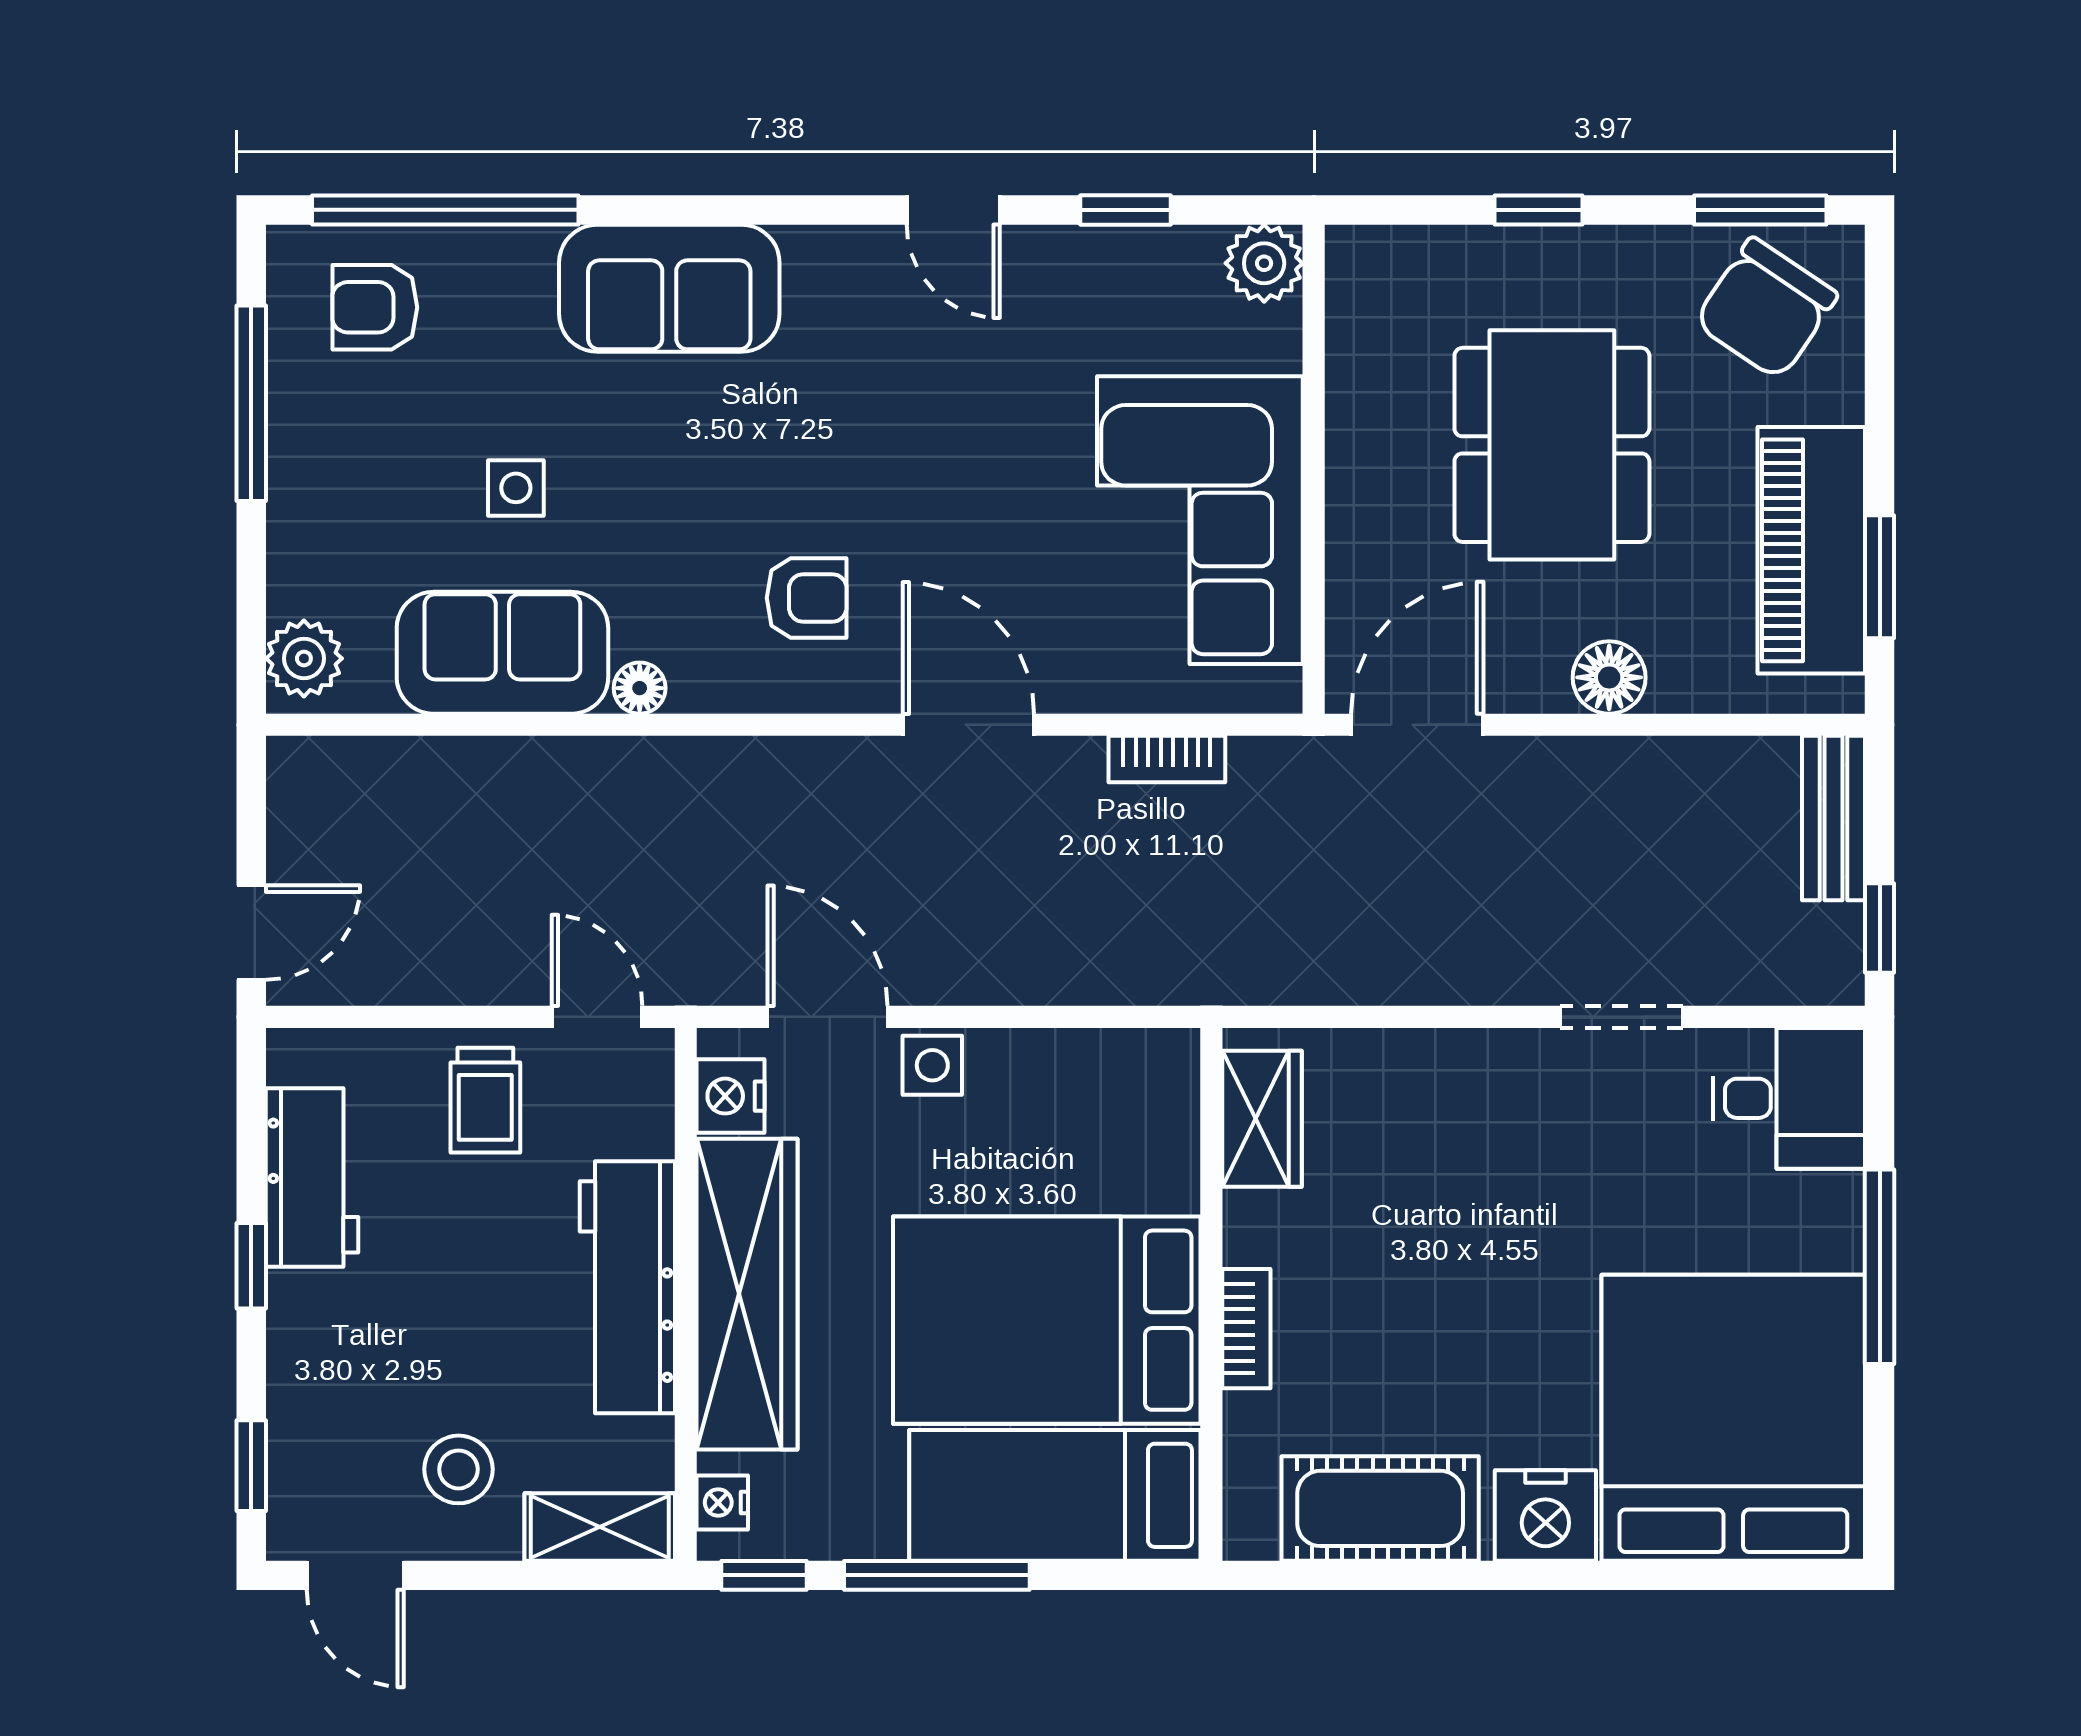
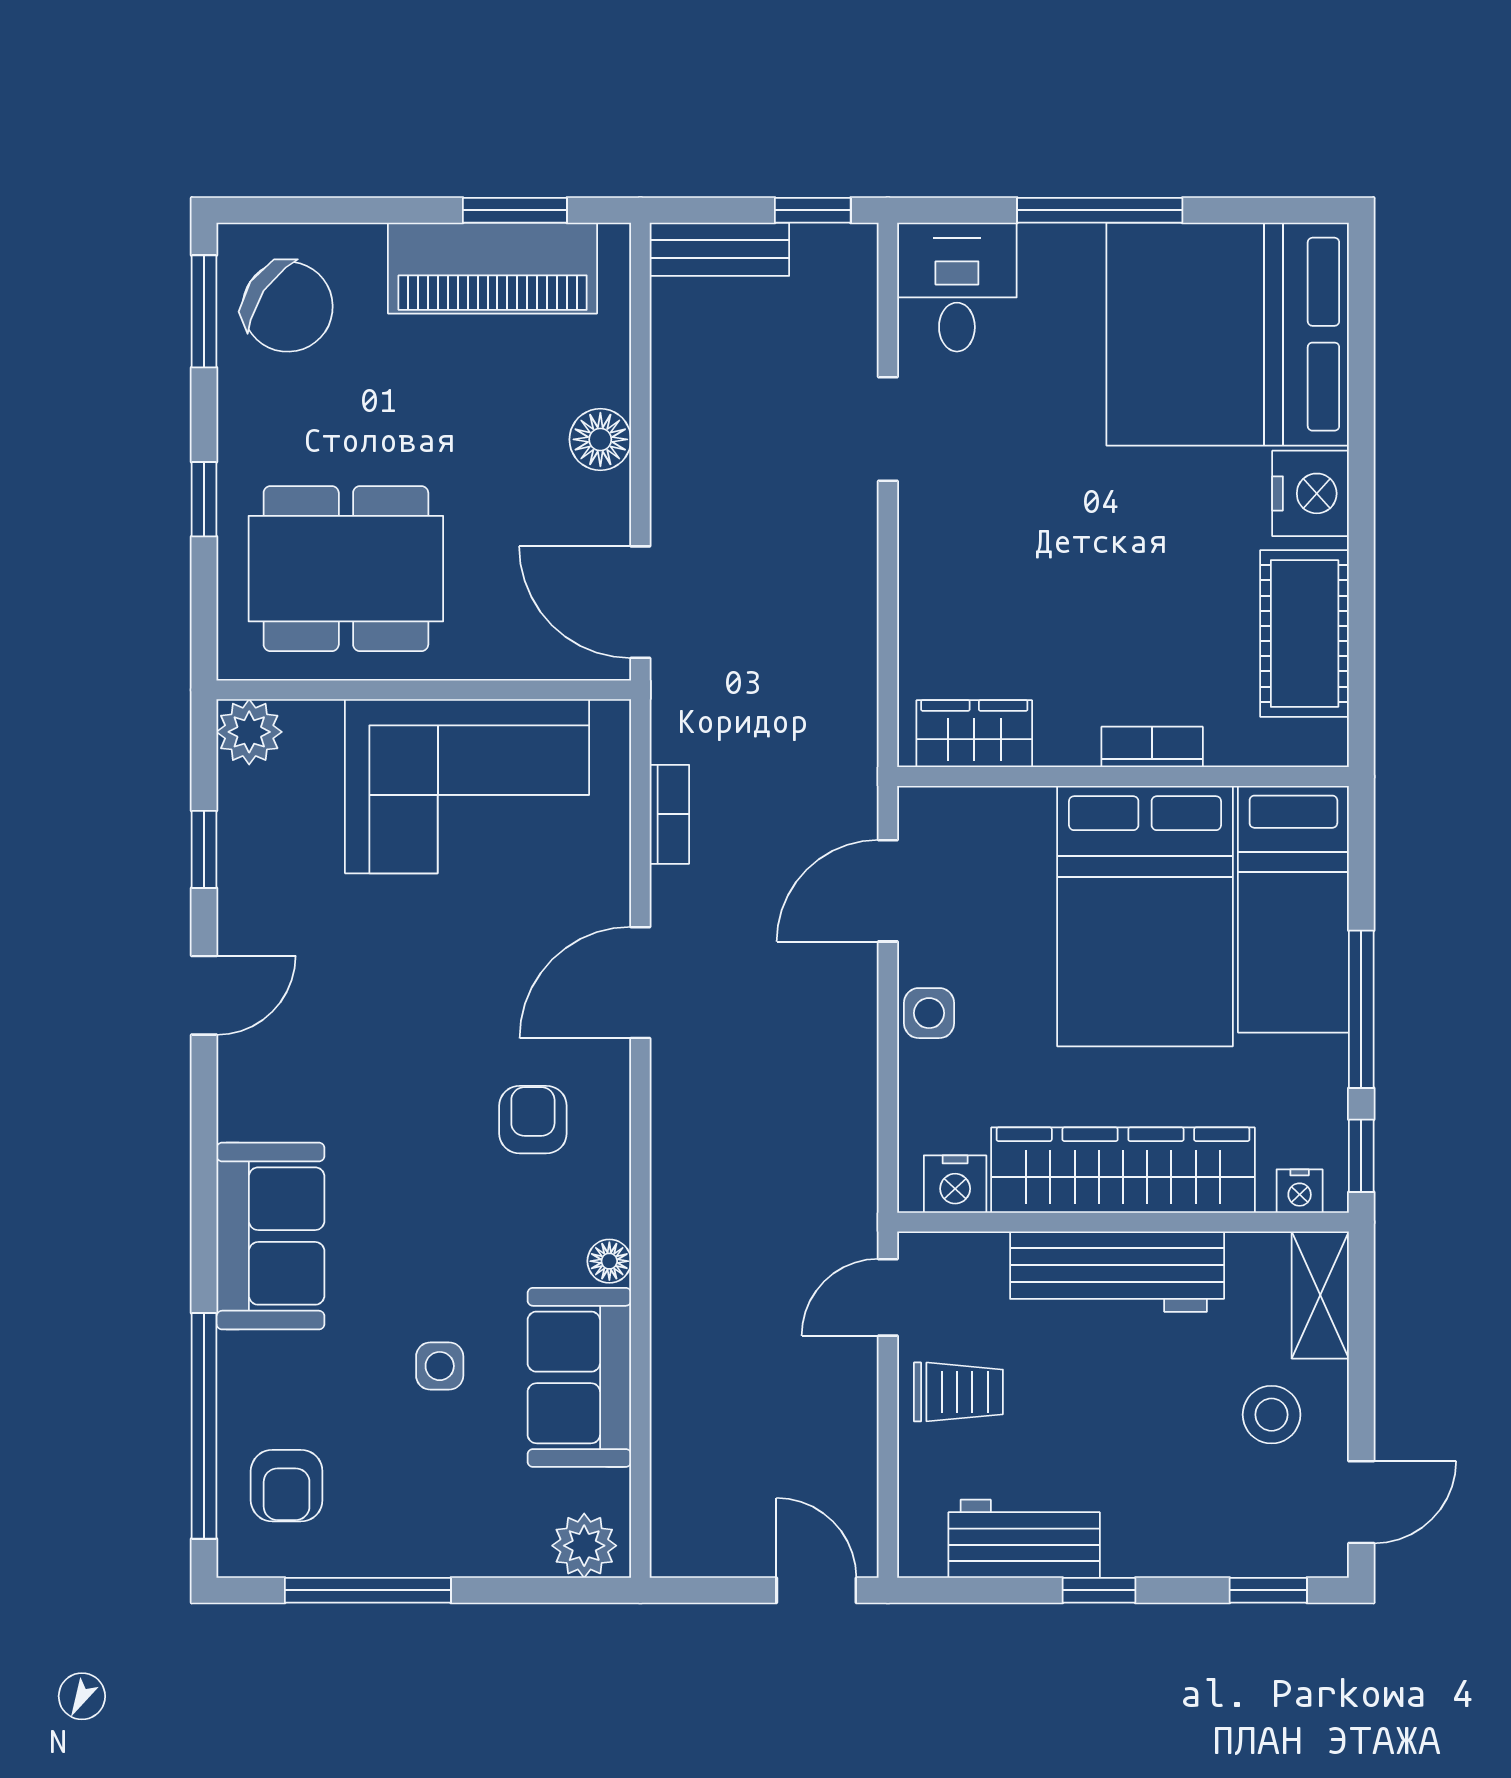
dining table: (1552, 445) -> (346, 569), moved
door: (827, 1017) -> (888, 891), moved

